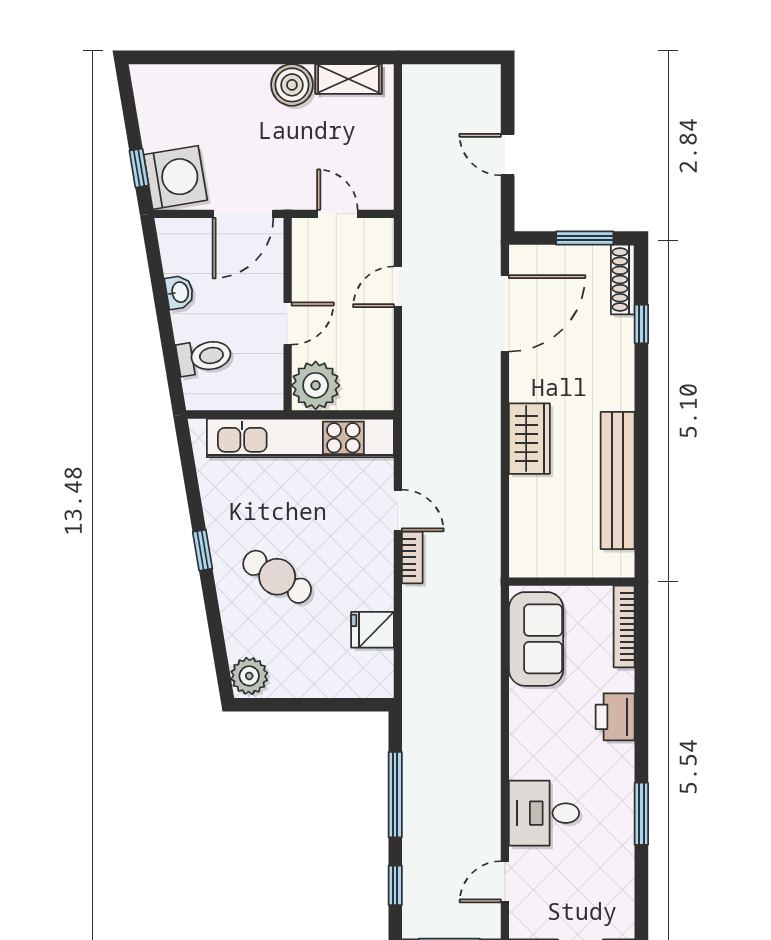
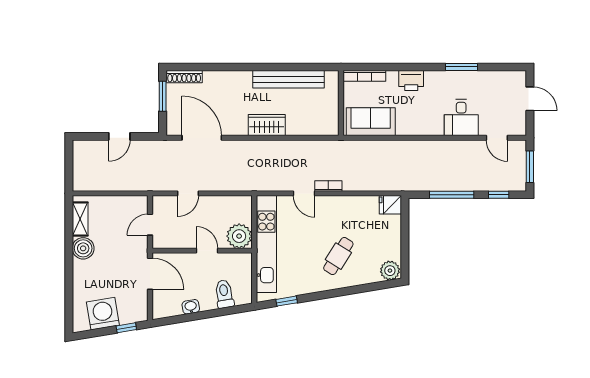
washing machine: (175, 177) -> (103, 314), moved
door: (398, 287) -> (188, 193), hinge flipped
window: (641, 324) -> (207, 67), removed
door: (398, 510) -> (304, 193), swing flipped
window: (203, 550) -> (287, 301), moved
fridge: (373, 630) -> (390, 205), moved, turned 90

